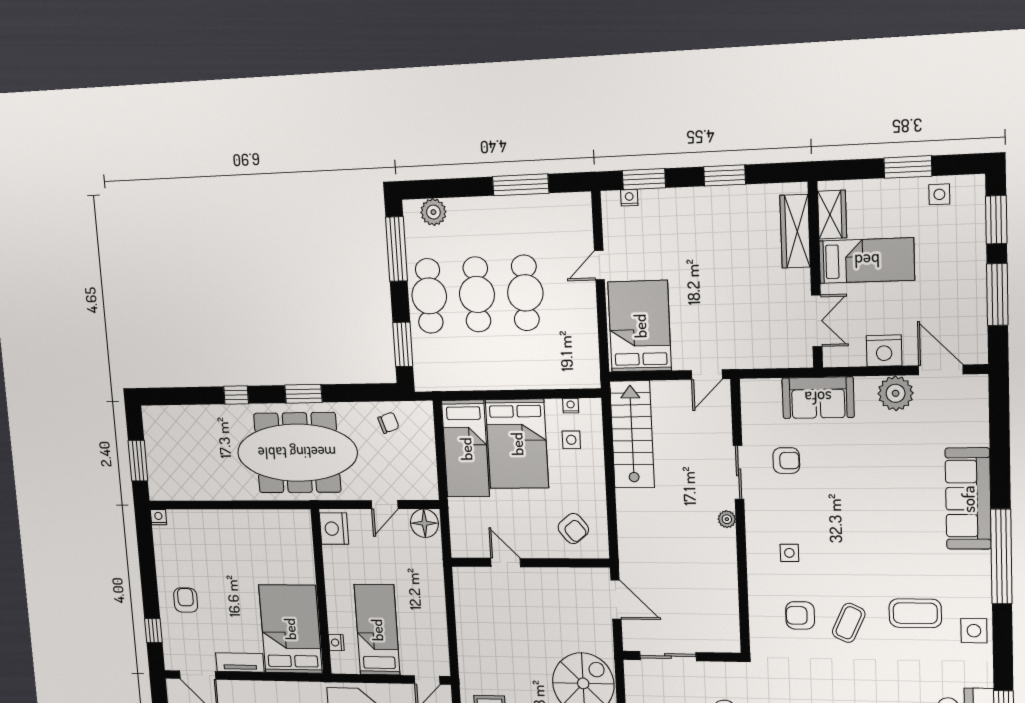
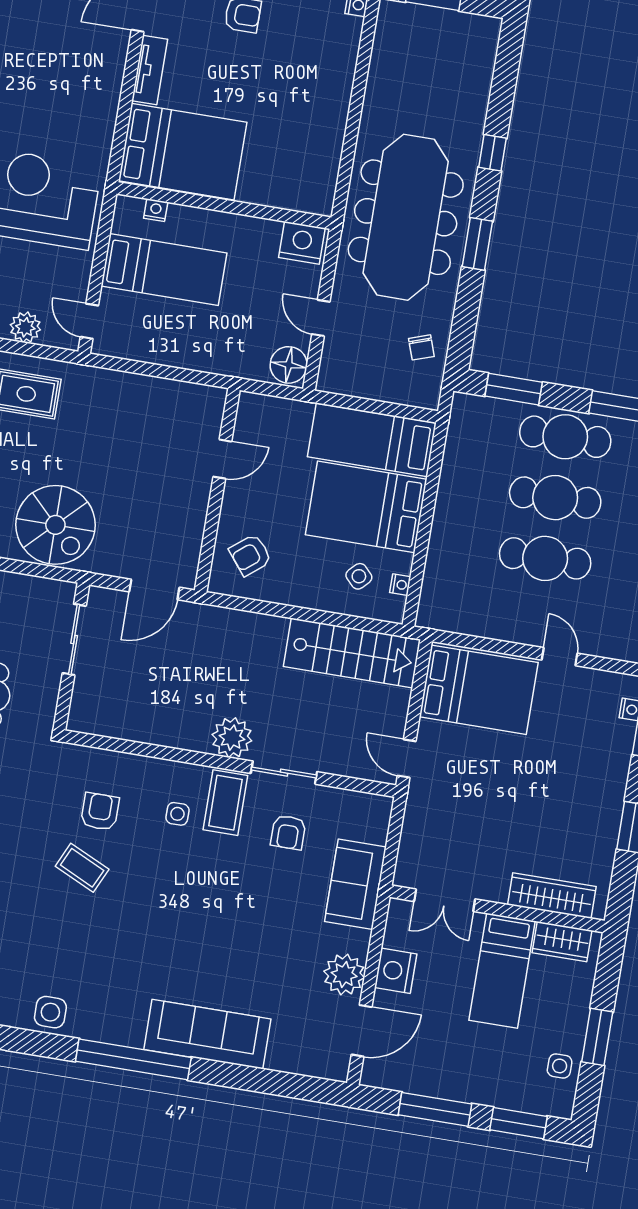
side table: (571, 440) -> (359, 576), turned 45
plant: (727, 519) -> (232, 738), width x1.88, depth x1.88
coffee table: (915, 613) -> (225, 803), moved

